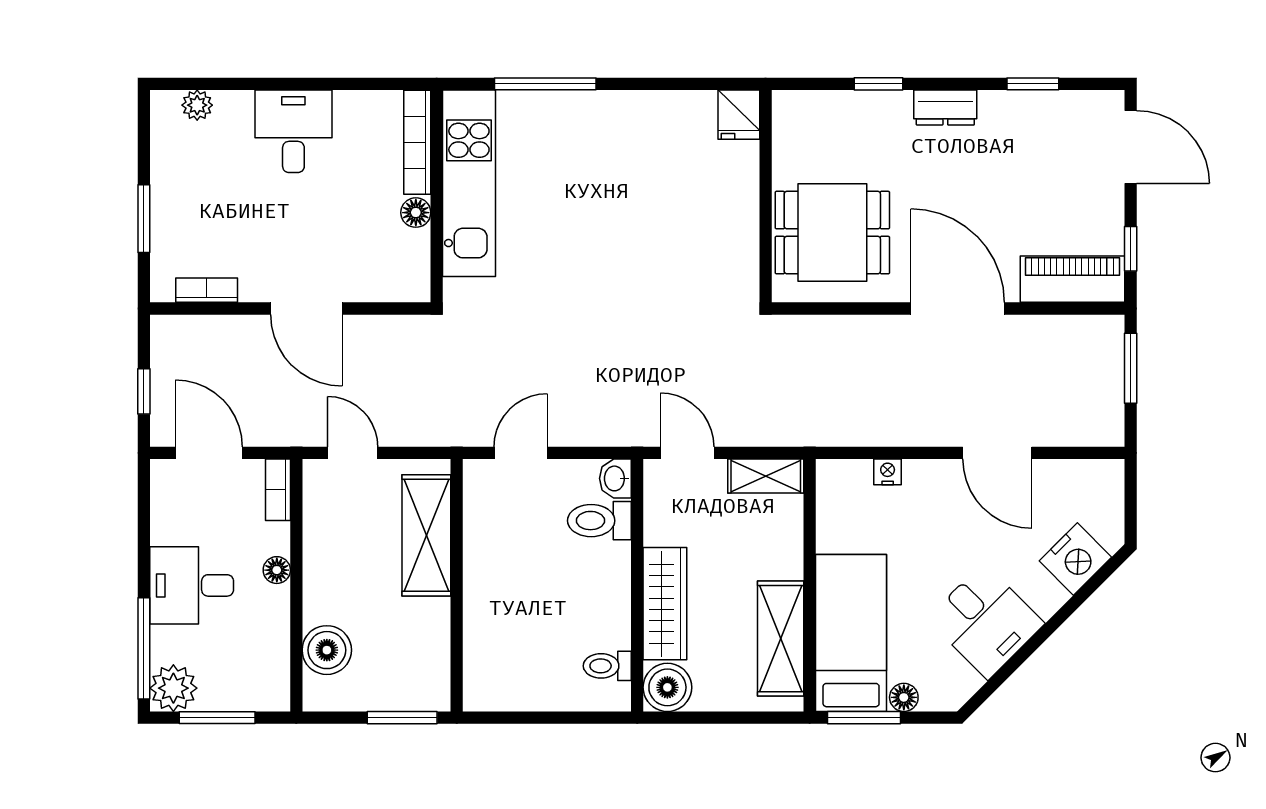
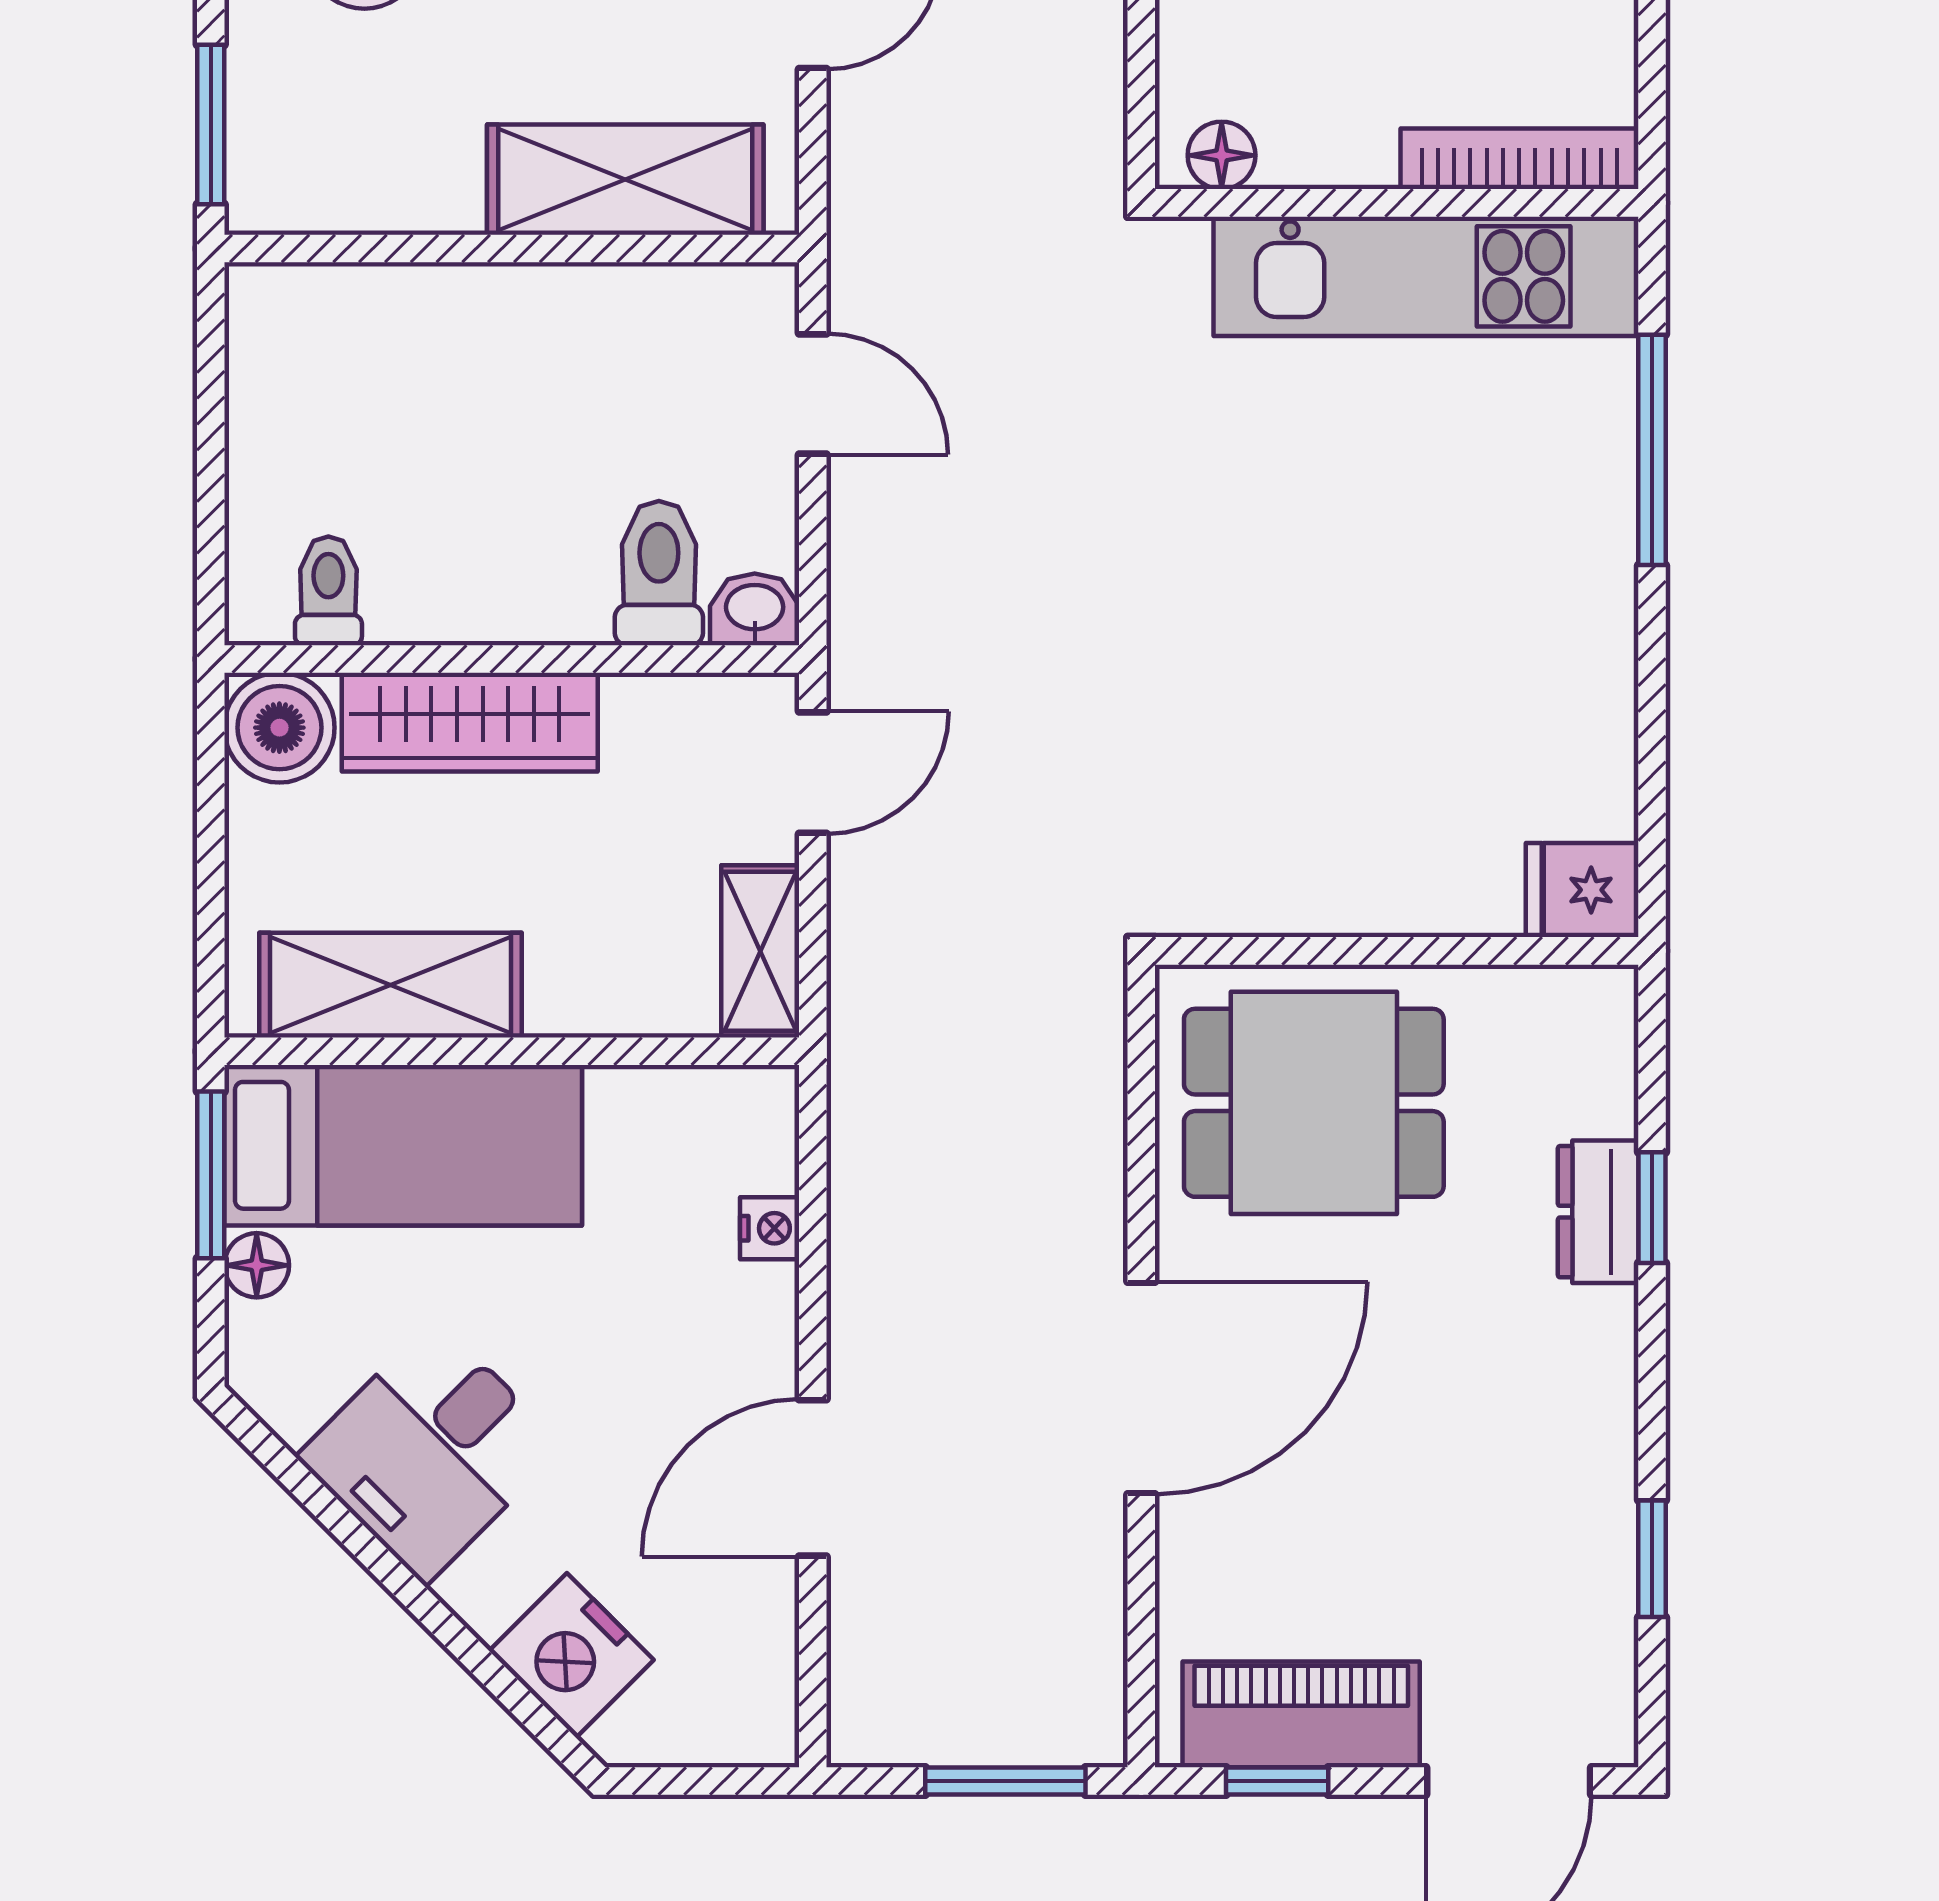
dresser: (945, 108) -> (1598, 1212), moved
floor lamp: (416, 213) -> (1222, 155), moved
dining table: (832, 233) -> (1314, 1103), turned 90
piano: (1072, 279) -> (1301, 1714), moved, turned -90

